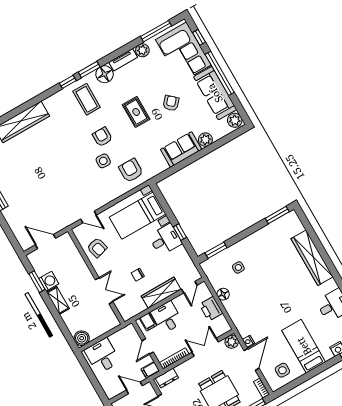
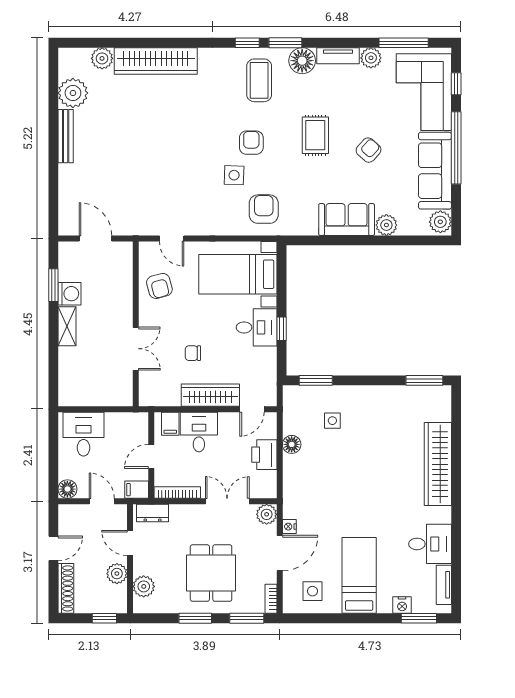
boiler: (82, 338) -> (70, 395), removed
floor lamp: (111, 392) -> (67, 489), added

